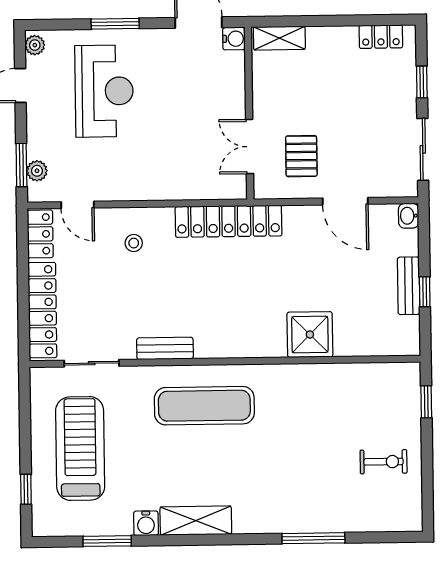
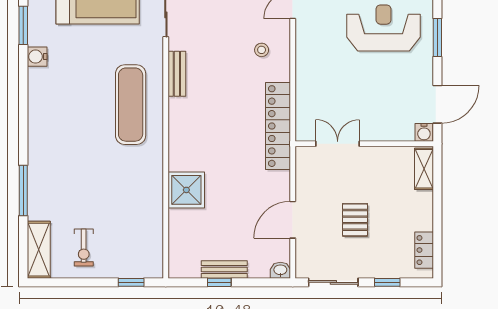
reception desk: (104, 91) -> (384, 28), turned 180
pallet: (301, 156) -> (355, 220), moved, turned 90
shelving: (196, 521) -> (39, 250), moved

